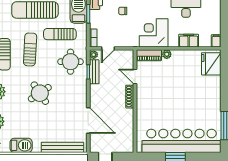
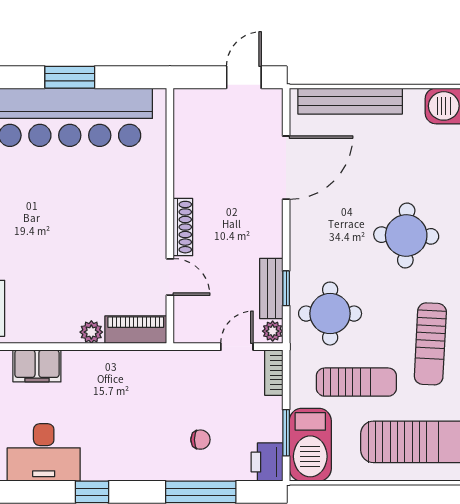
corner desk: (154, 33) -> (124, 385), removed
round table: (40, 93) -> (406, 236), turned 36
door: (88, 120) -> (286, 168), swing flipped

